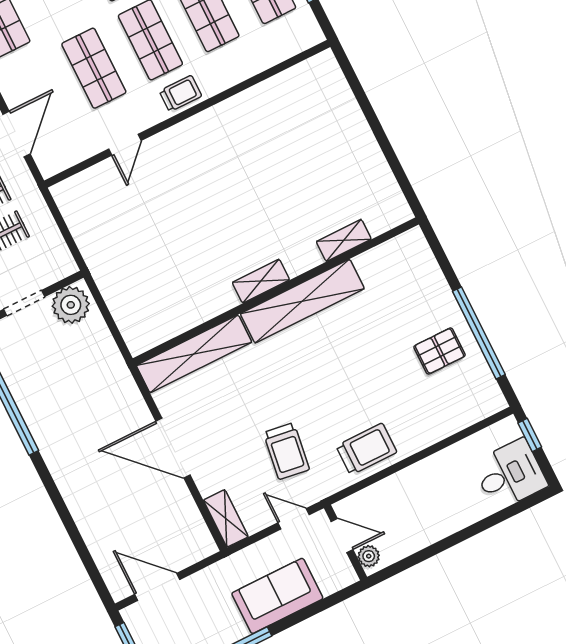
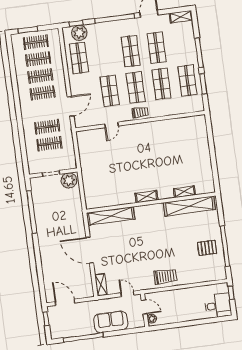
shelving: (302, 301) -> (189, 206), moved
trolley: (286, 451) -> (134, 267), removed

